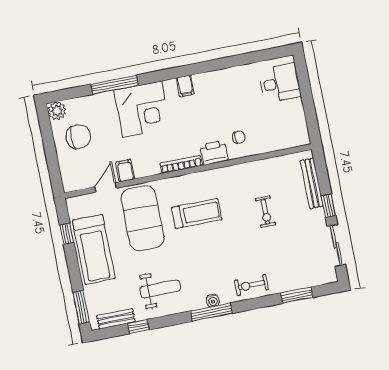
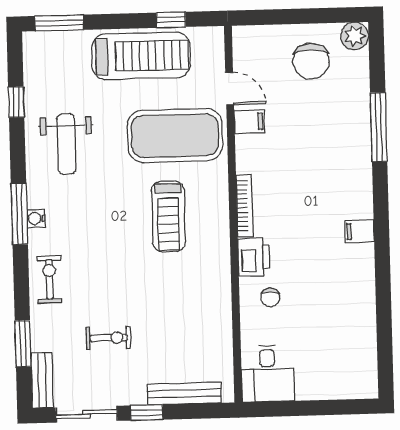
desk: (280, 83) -> (267, 373), moved
corner desk: (142, 109) -> (336, 162), removed
exercise bike: (266, 212) -> (108, 338), moved, turned 180
treadmill: (94, 249) -> (141, 56), turned 180
bench: (116, 319) -> (42, 380), moved

